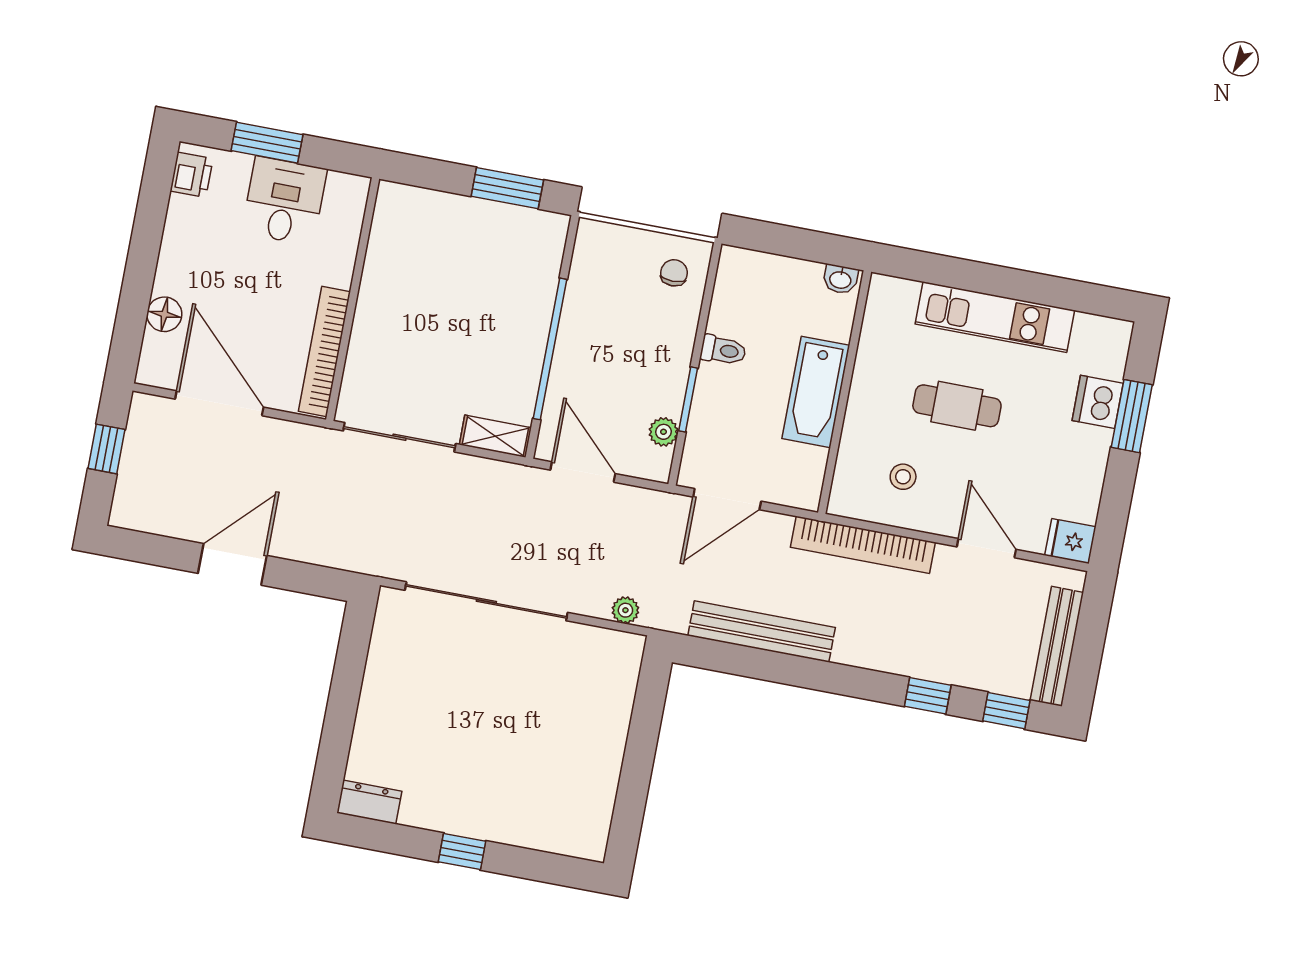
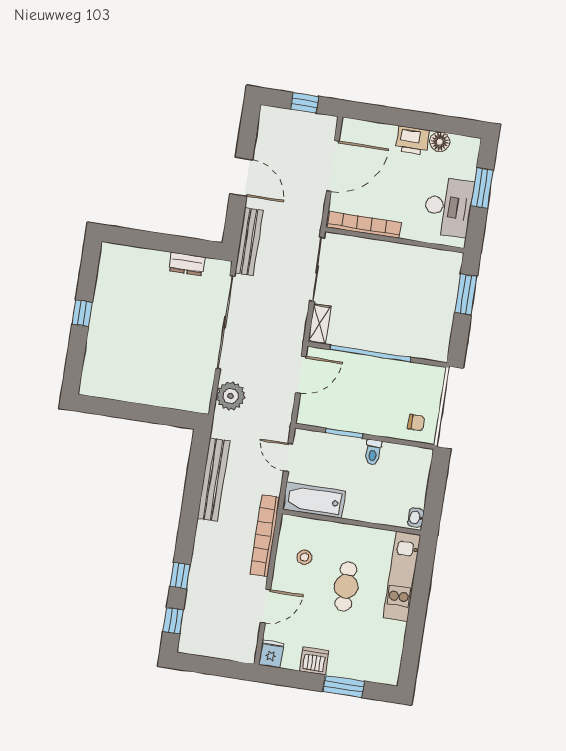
printer: (192, 175) -> (413, 141), moved, width x1.36, depth x1.24
window: (507, 188) -> (466, 294), moved
desk: (284, 201) -> (448, 207), width x1.37
floor lamp: (164, 314) -> (440, 142), moved
kitchen unit: (995, 317) -> (402, 576), moved
bathtub: (816, 392) -> (314, 500), moved
dishwasher: (1098, 402) -> (314, 661), moved
plant: (664, 432) -> (325, 420), removed
door: (727, 499) -> (288, 457), width x0.73
plant: (625, 610) -> (231, 396), width x1.88, depth x1.88
bench: (1057, 646) -> (249, 242), moved, turned 90
dresser: (369, 802) -> (187, 264), moved, turned 90

